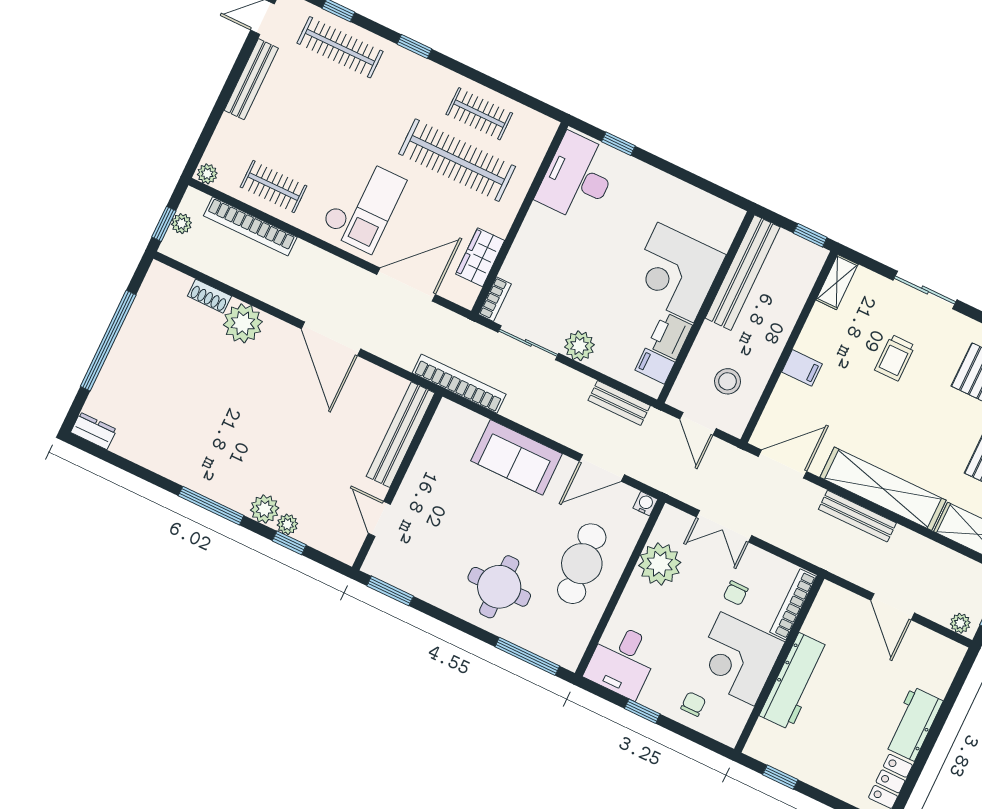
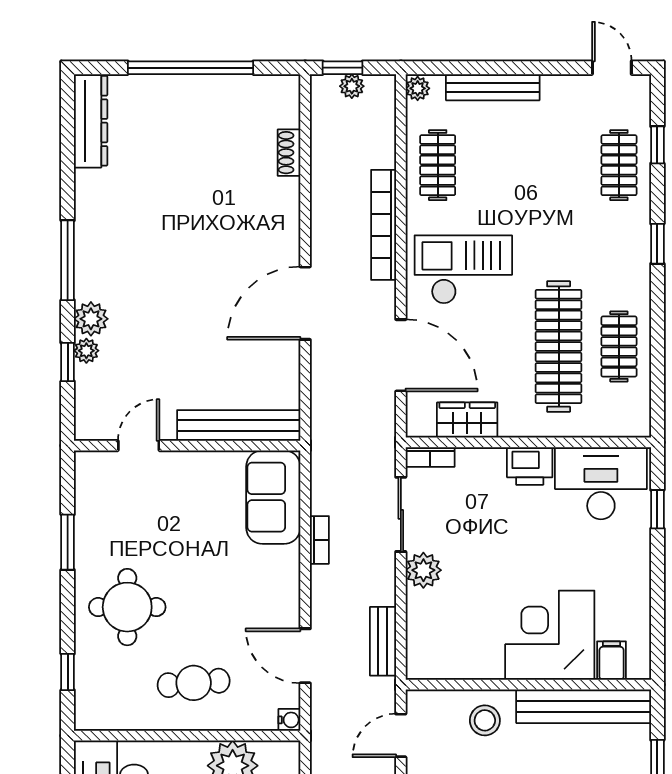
clothes rail: (340, 47) -> (619, 165), width x0.73
bench: (251, 79) -> (493, 87), moved
checkout: (363, 205) -> (463, 270), turned 180
bookcase: (250, 226) -> (384, 225), moved
plant: (243, 323) -> (277, 202), removed
printer: (670, 336) -> (530, 466), moved, turned 180
filing cabinet: (655, 366) -> (612, 661), moved
stool: (728, 381) -> (485, 720), moved
bookcase: (459, 384) -> (319, 540), moved, width x0.43, depth x0.76
dresser: (94, 431) -> (91, 121), width x1.96, depth x1.24
sofa: (517, 457) -> (273, 497), moved
cafe table: (582, 564) -> (194, 683), width x0.73, depth x0.74
window: (390, 591) -> (68, 542), moved
window: (527, 656) -> (68, 672), width x0.46

